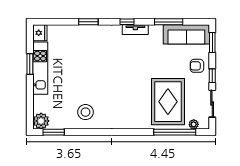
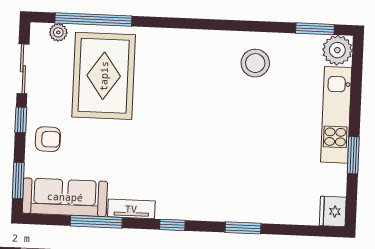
tv unit: (135, 30) -> (131, 209), moved
kitchen unit: (40, 68) -> (336, 115), moved

